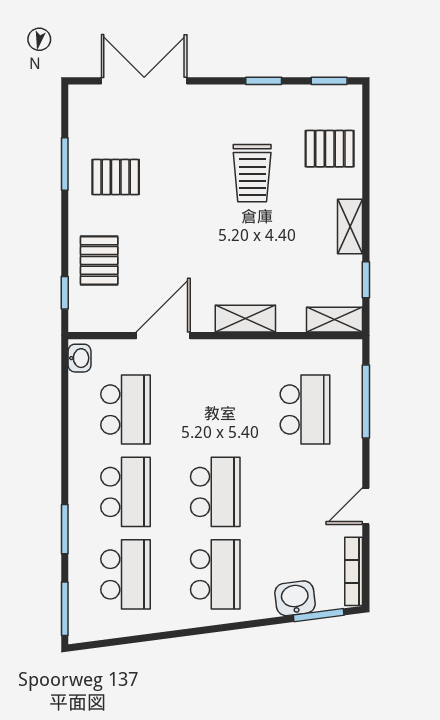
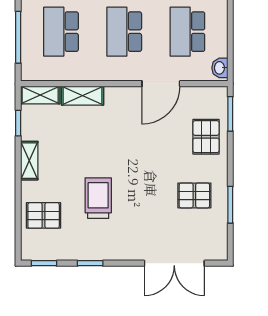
window: (65, 293) -> (230, 114), width x1.50
shelving: (245, 319) -> (83, 96), moved
school desk: (215, 409) -> (124, 32), added

